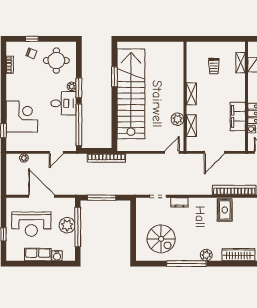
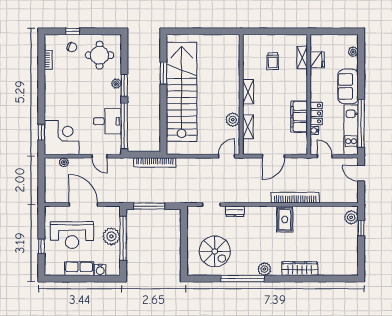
desk: (64, 103) -> (107, 121), moved
corner desk: (22, 117) -> (62, 138), moved
door: (56, 152) -> (99, 156), hinge flipped

